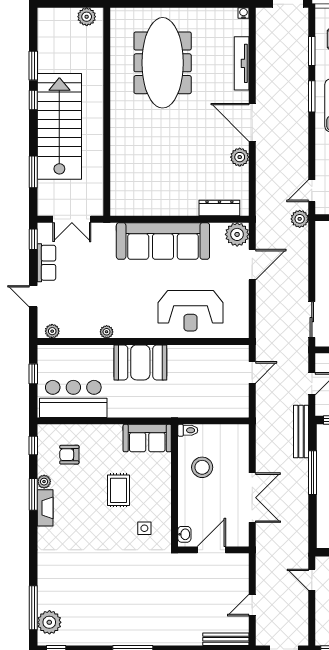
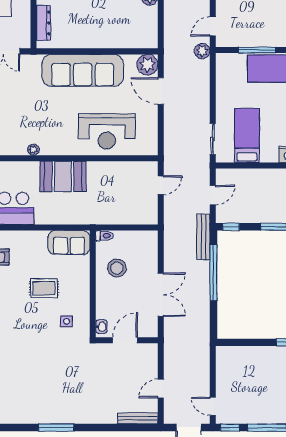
dresser: (219, 208) -> (43, 23), moved, turned 90
door: (252, 265) -> (161, 91), swing flipped
window: (313, 473) -> (213, 273), width x1.46
rug: (118, 490) -> (44, 288), turned 90
door: (312, 580) -> (213, 406), moved

